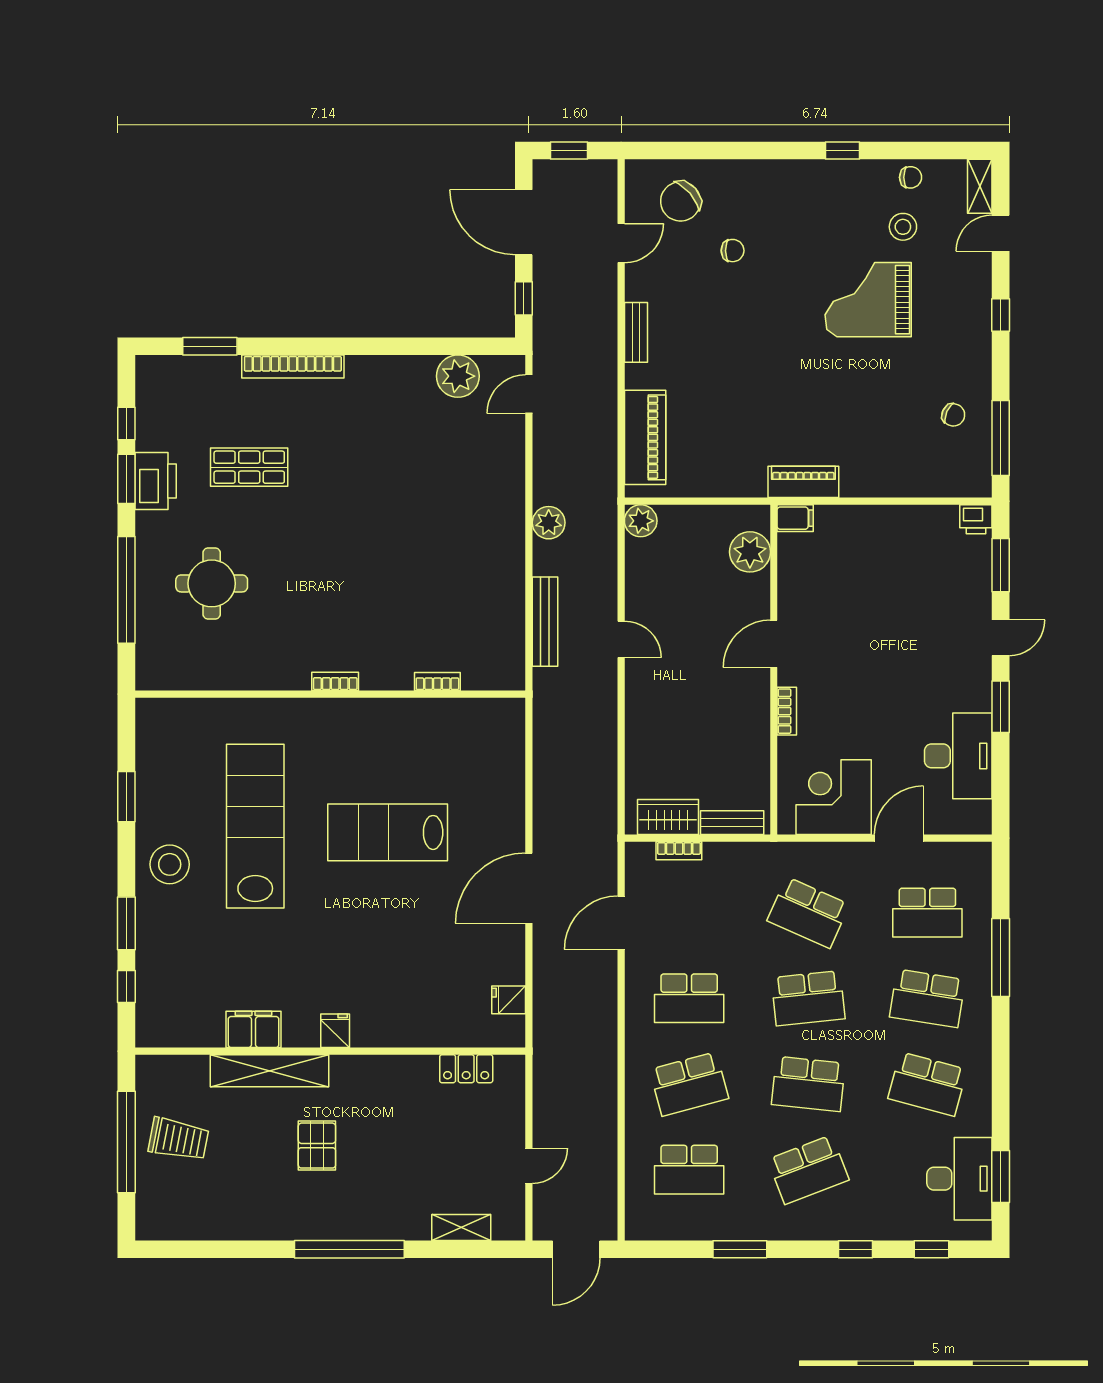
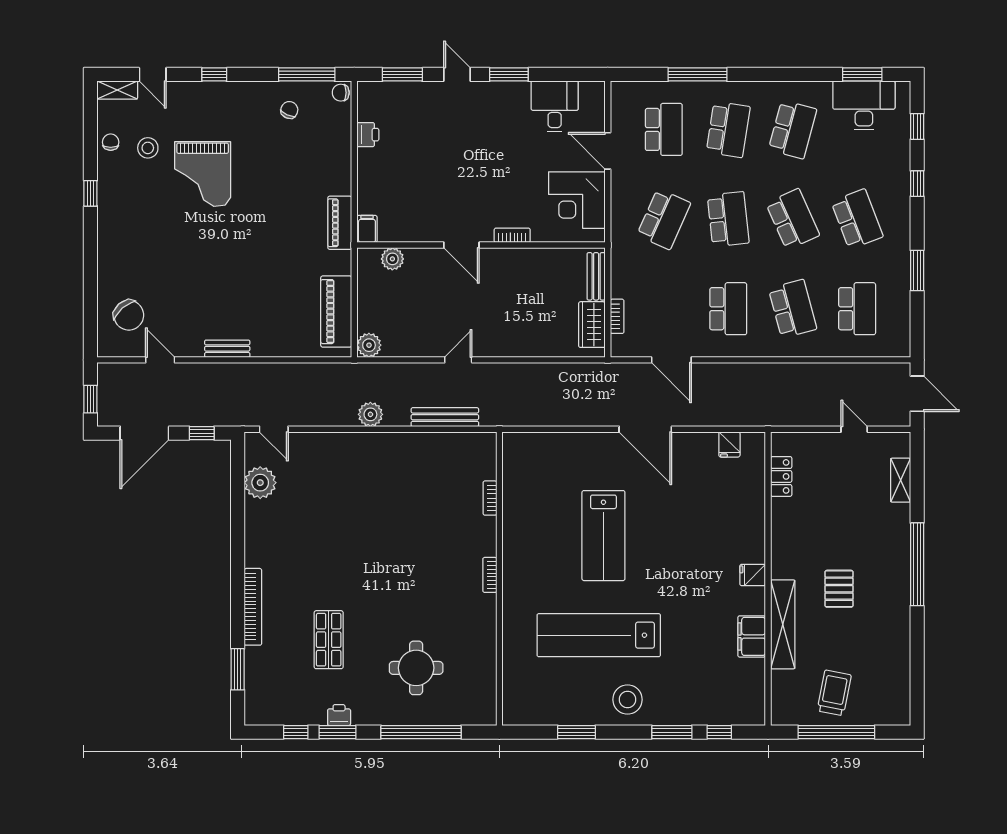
chair: (733, 251) -> (341, 93), moved, turned -90
piano: (645, 437) -> (336, 312), moved, turned -90
printer: (156, 481) -> (339, 715), width x0.53, depth x0.68
printer: (976, 519) -> (368, 135), moved
plant: (750, 552) -> (392, 259), width x0.73, depth x0.73
desk: (958, 756) -> (555, 106), width x0.73
school desk: (808, 1084) -> (793, 219), turned -30
pallet: (317, 1146) -> (839, 589), turned 90

